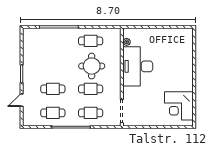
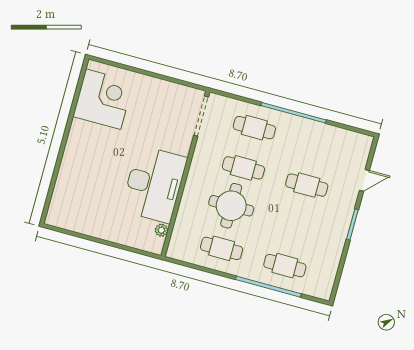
cafe table: (53, 113) -> (285, 266), moved

